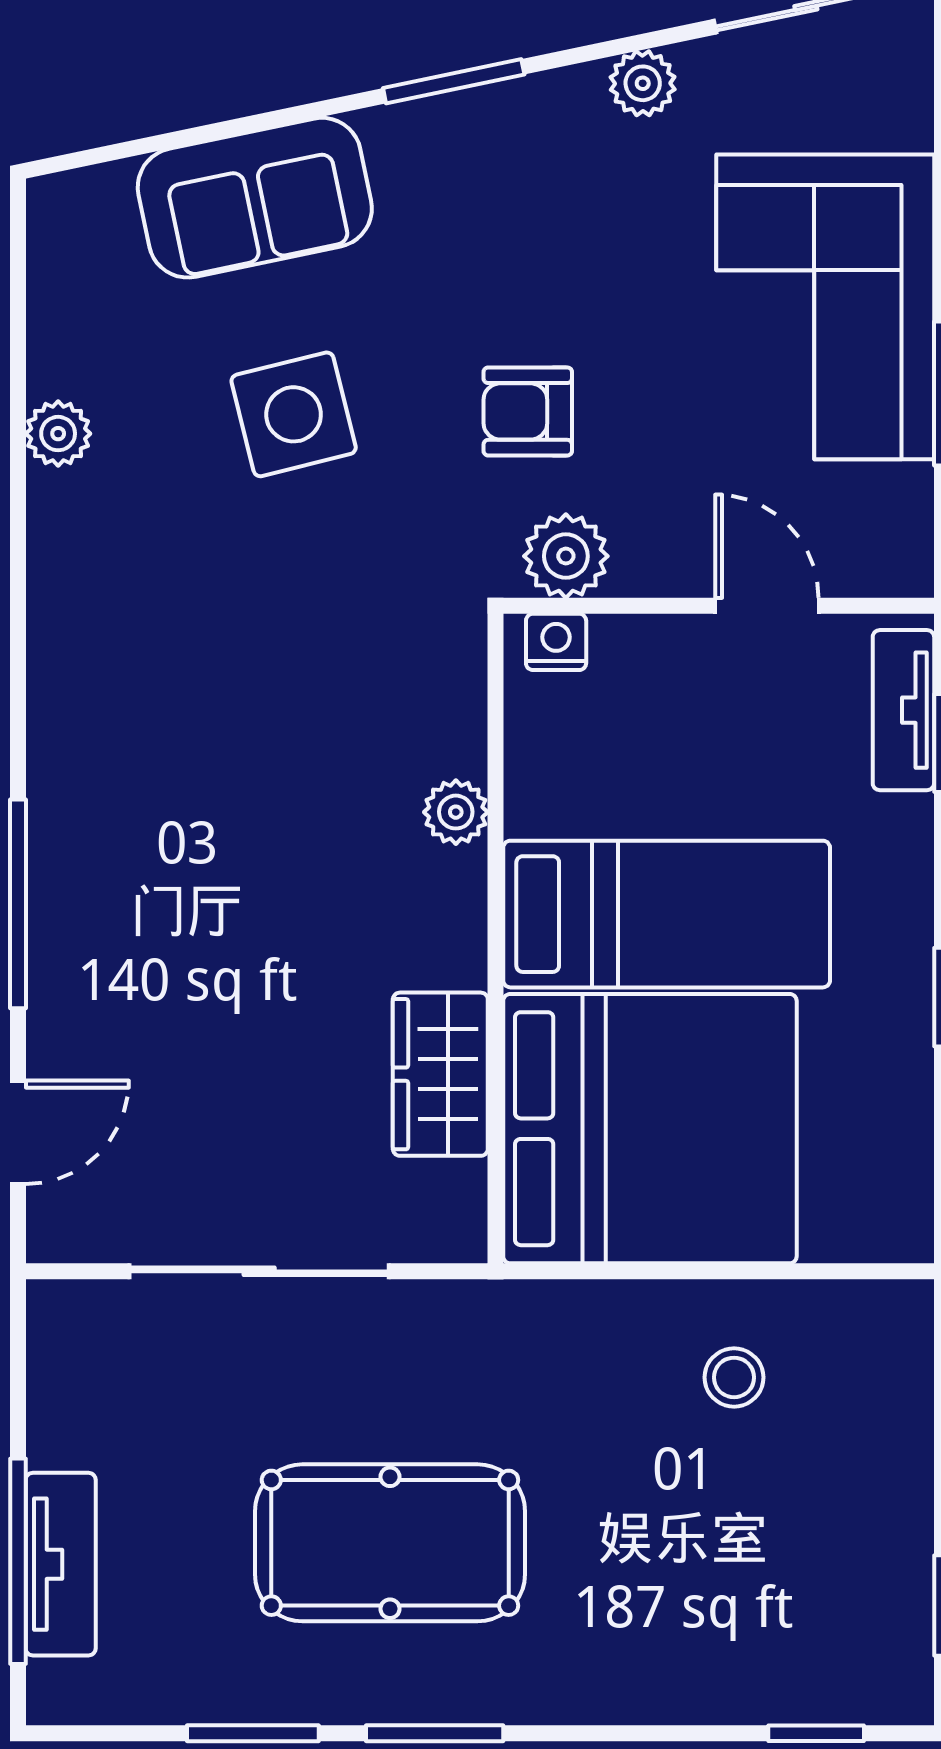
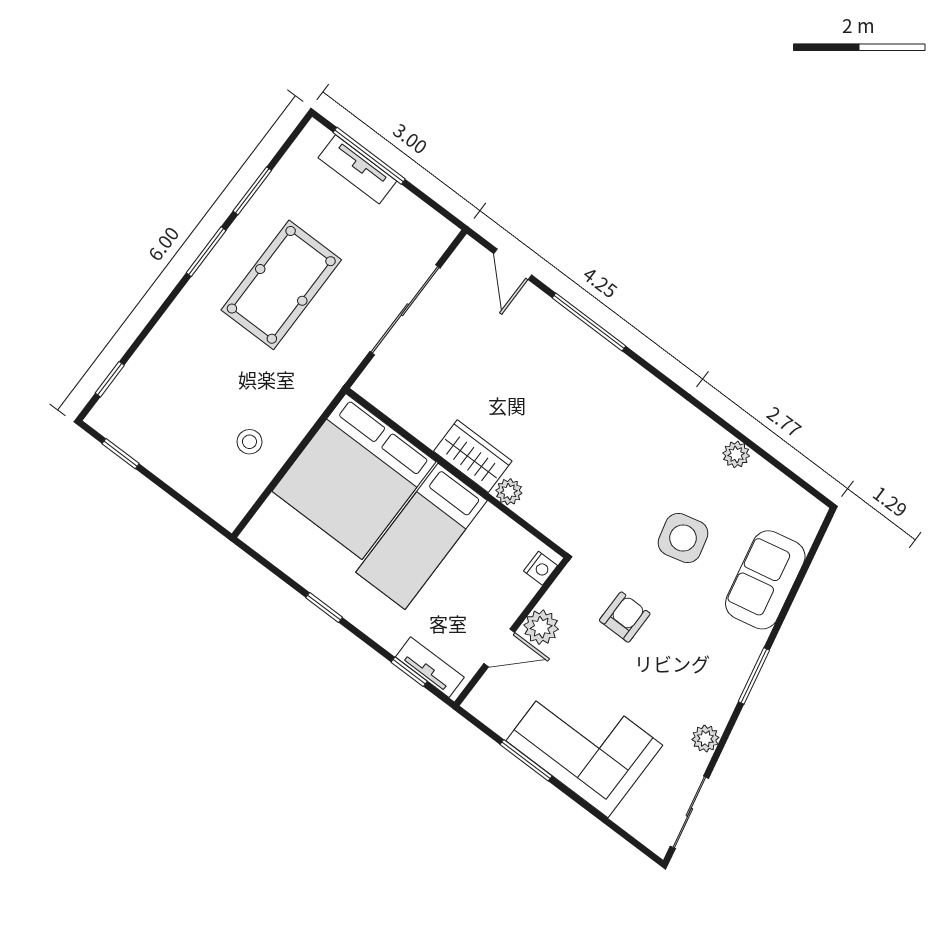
plant: (566, 556) -> (541, 627), moved
wardrobe: (440, 1074) -> (473, 456), moved

